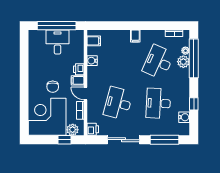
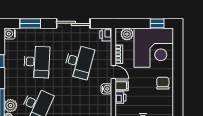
water cooler: (92, 61) -> (106, 89), moved
chair: (53, 87) -> (163, 83), moved
water cooler: (184, 117) -> (10, 34), moved
window: (64, 140) -> (157, 23), moved
window: (165, 140) -> (30, 23), width x0.69

